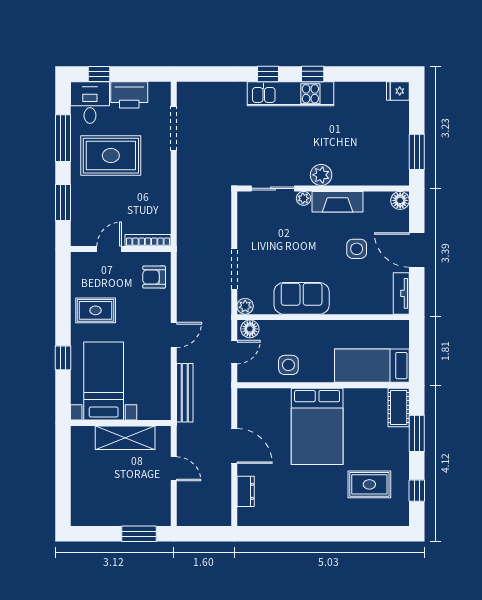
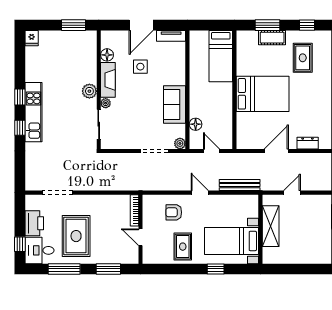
floor lamp: (400, 200) -> (107, 55), moved
armchair: (154, 277) -> (174, 212), moved, turned 90
floor lamp: (250, 329) -> (196, 124), moved
side table: (288, 365) -> (220, 114), removed
cot: (399, 407) -> (272, 38), moved

